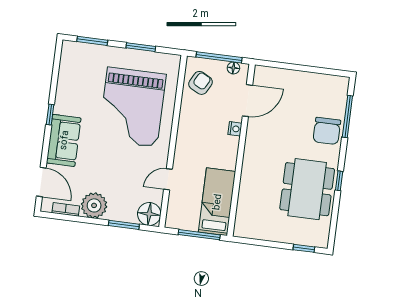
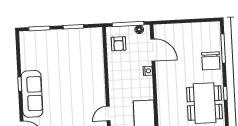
armchair: (201, 83) -> (119, 44), turned 152
door: (247, 101) -> (153, 50), hinge flipped
grand piano: (132, 107) -> (75, 69), removed
sofa: (64, 140) -> (32, 94), width x1.36

